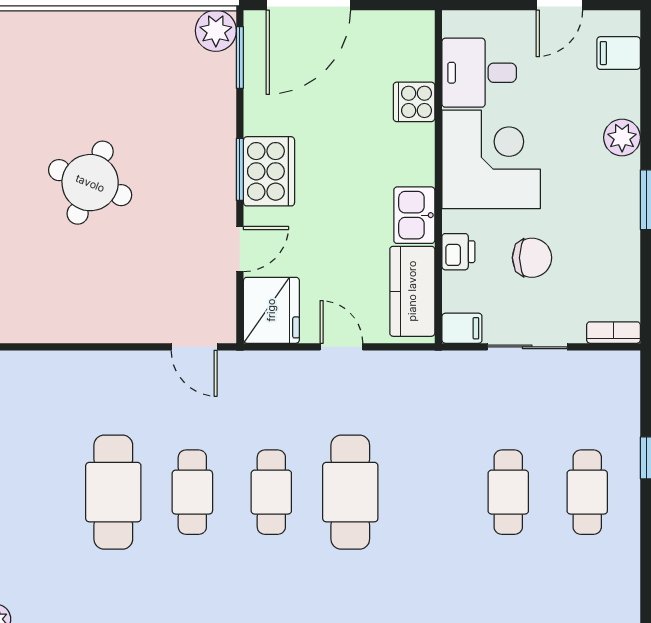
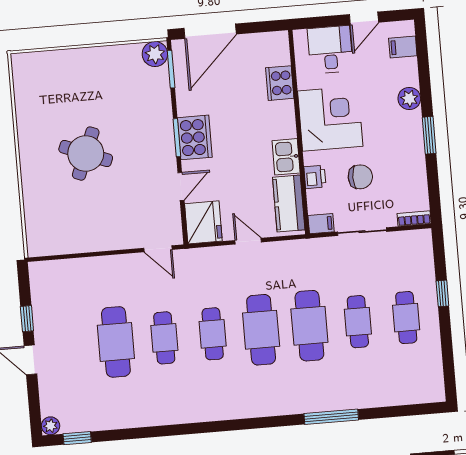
desk: (479, 73) -> (330, 50), moved, turned 90
cooker: (414, 102) -> (280, 83), width x1.36
cafe table: (429, 492) -> (309, 326), added

